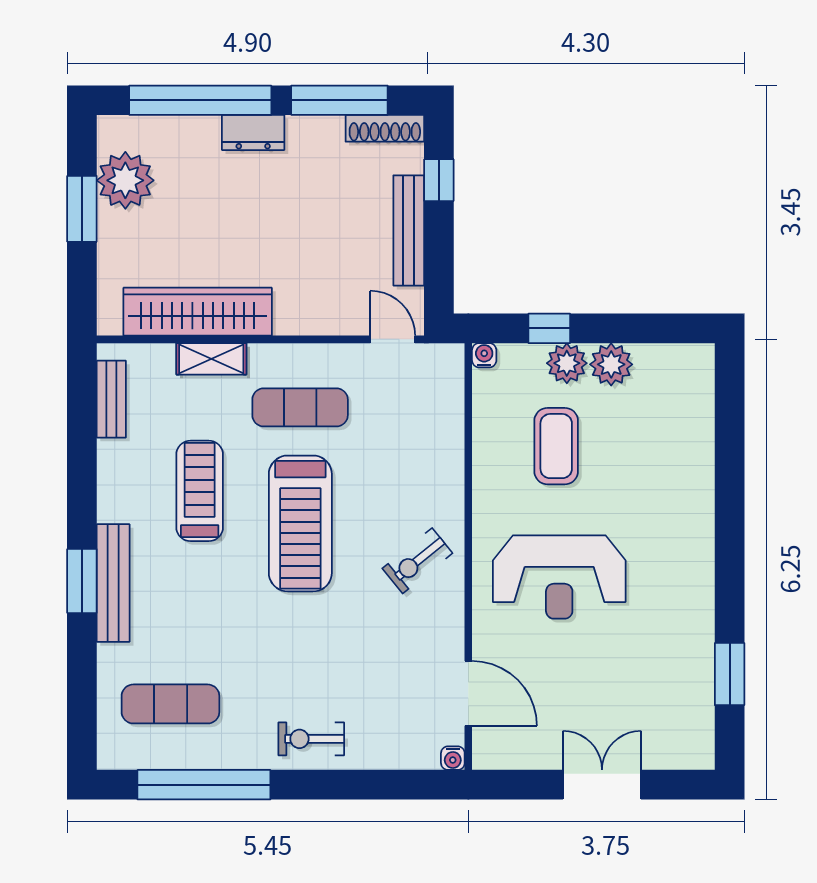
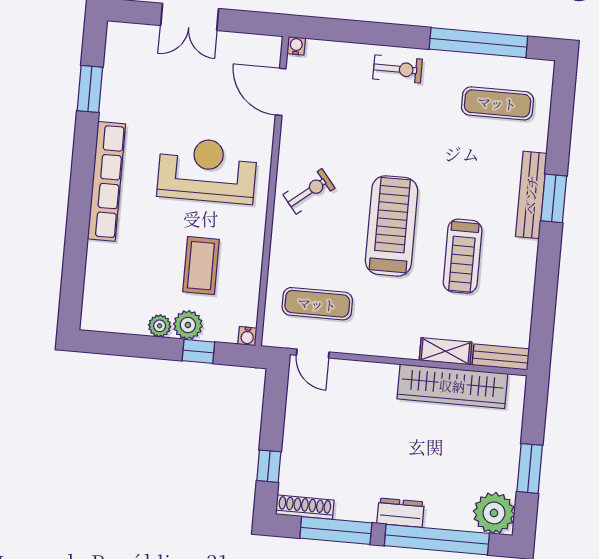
plant: (125, 180) -> (494, 513), moved
bench: (409, 230) -> (294, 432), removed
plant: (611, 364) -> (160, 326), width x0.73, depth x0.73
bench: (111, 399) -> (501, 357), moved, turned 90
exercise mat: (300, 407) -> (317, 304), moved
row of seats: (696, 550) -> (106, 181), added

